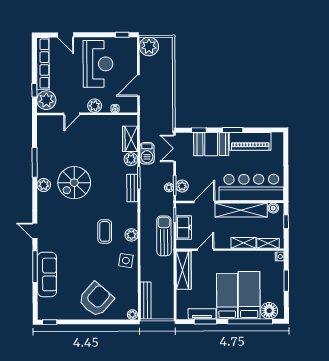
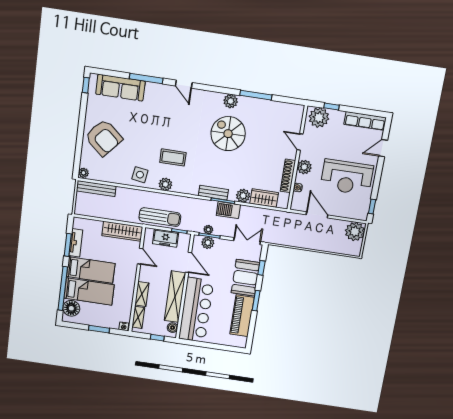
row of seats: (43, 64) -> (365, 121), width x0.73
shoe rack: (105, 120) -> (288, 176), added
barbecue: (147, 153) -> (228, 210), moved
door: (35, 231) -> (184, 84), swing flipped
sofa: (47, 274) -> (120, 88), moved

